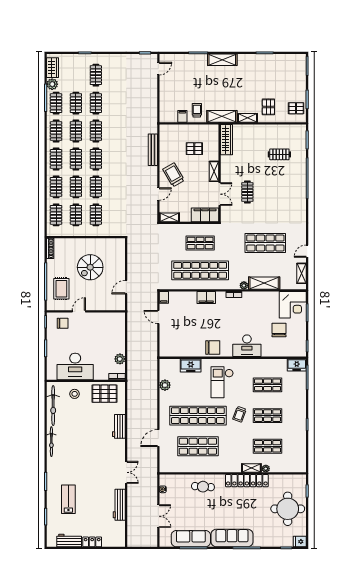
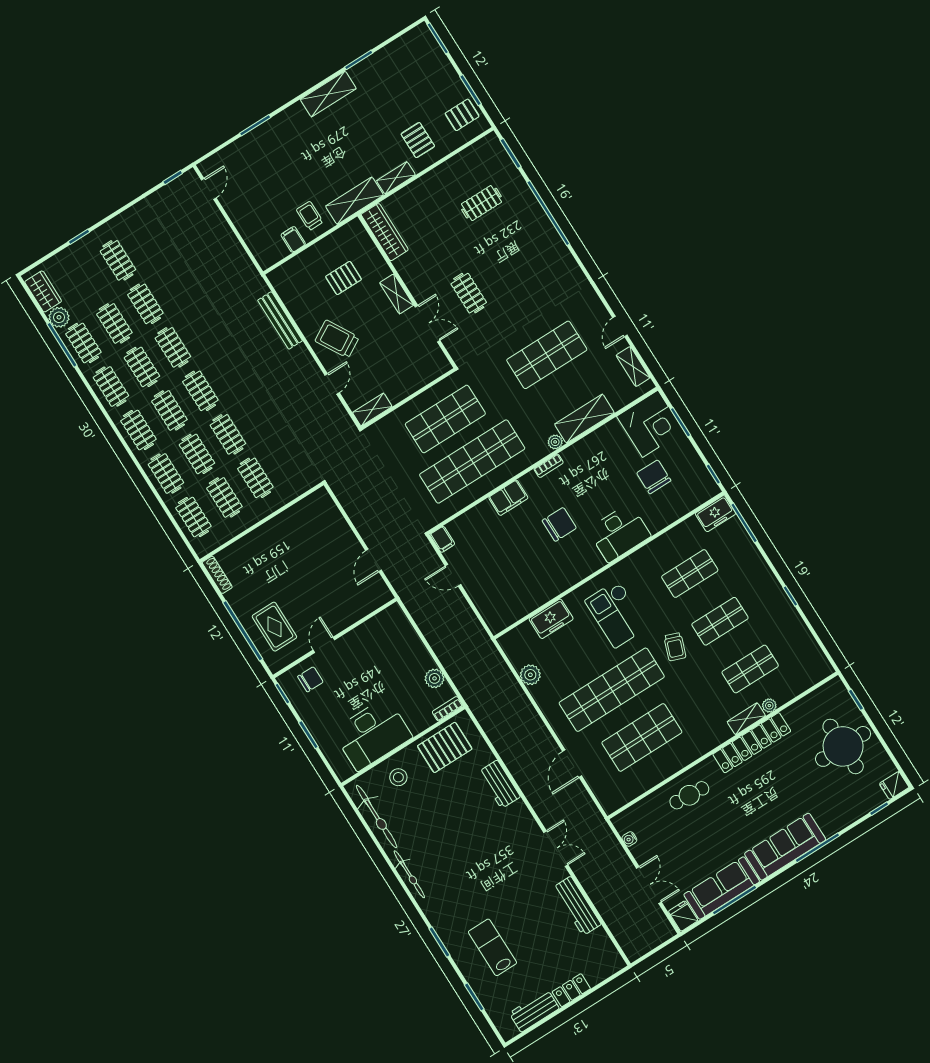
shelving: (222, 60) -> (328, 94), moved
filing cabinet: (205, 215) -> (425, 370), removed
shop shelf: (200, 243) -> (445, 419), width x1.43, depth x1.36
spiral stairs: (90, 267) -> (298, 565), removed
chair: (213, 347) -> (559, 524), moved
fridge: (165, 540) -> (683, 916), added

